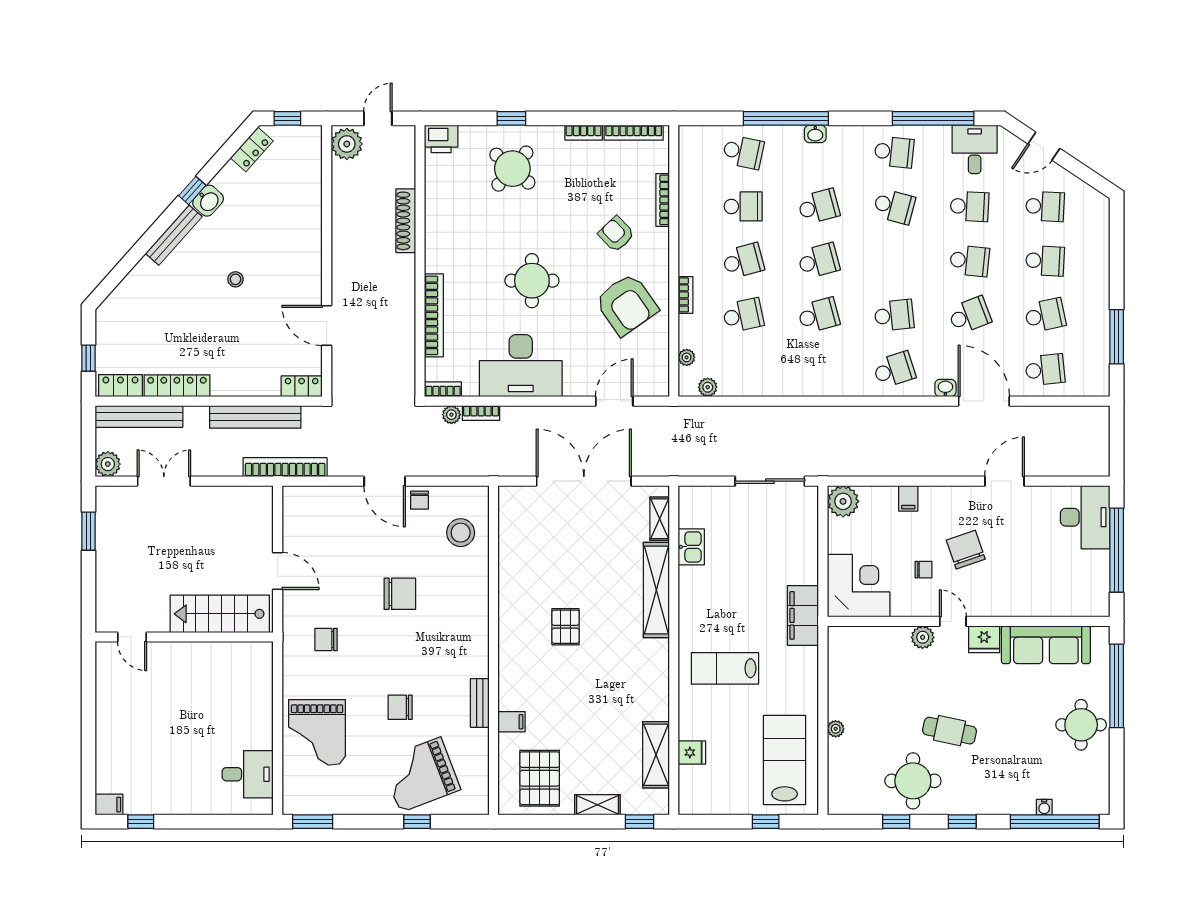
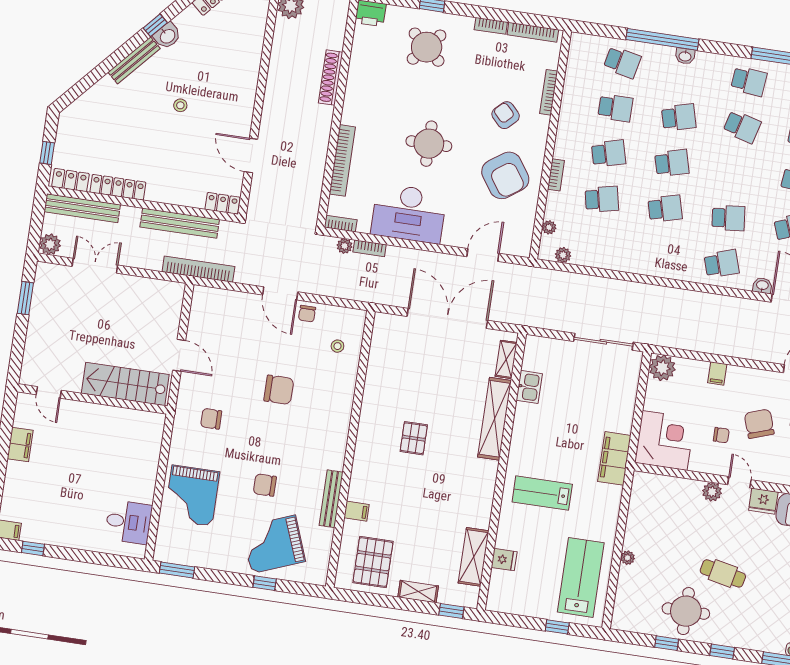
stool: (461, 533) -> (337, 346), width x0.53, depth x0.53
filing cabinet: (108, 703) -> (20, 445), added
bench: (480, 703) -> (331, 499), width x1.36

